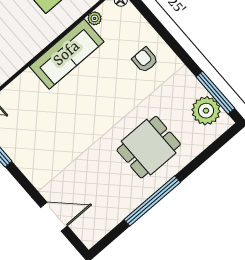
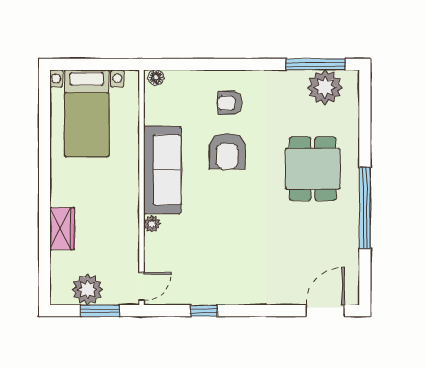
plant: (95, 18) -> (152, 224), moved
armchair: (113, 84) -> (227, 151), added
door: (54, 217) -> (325, 311), moved

